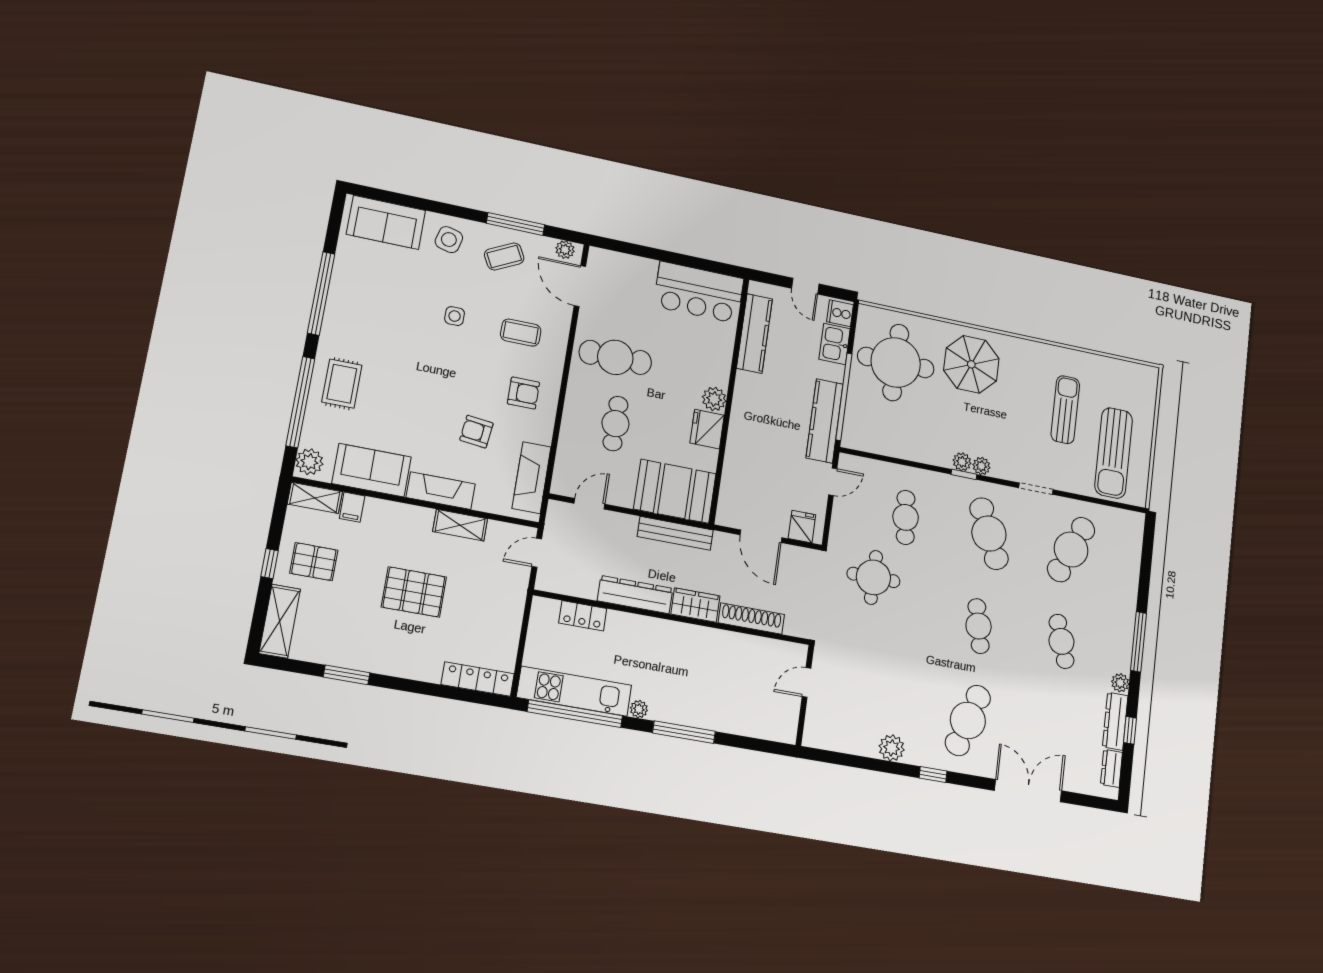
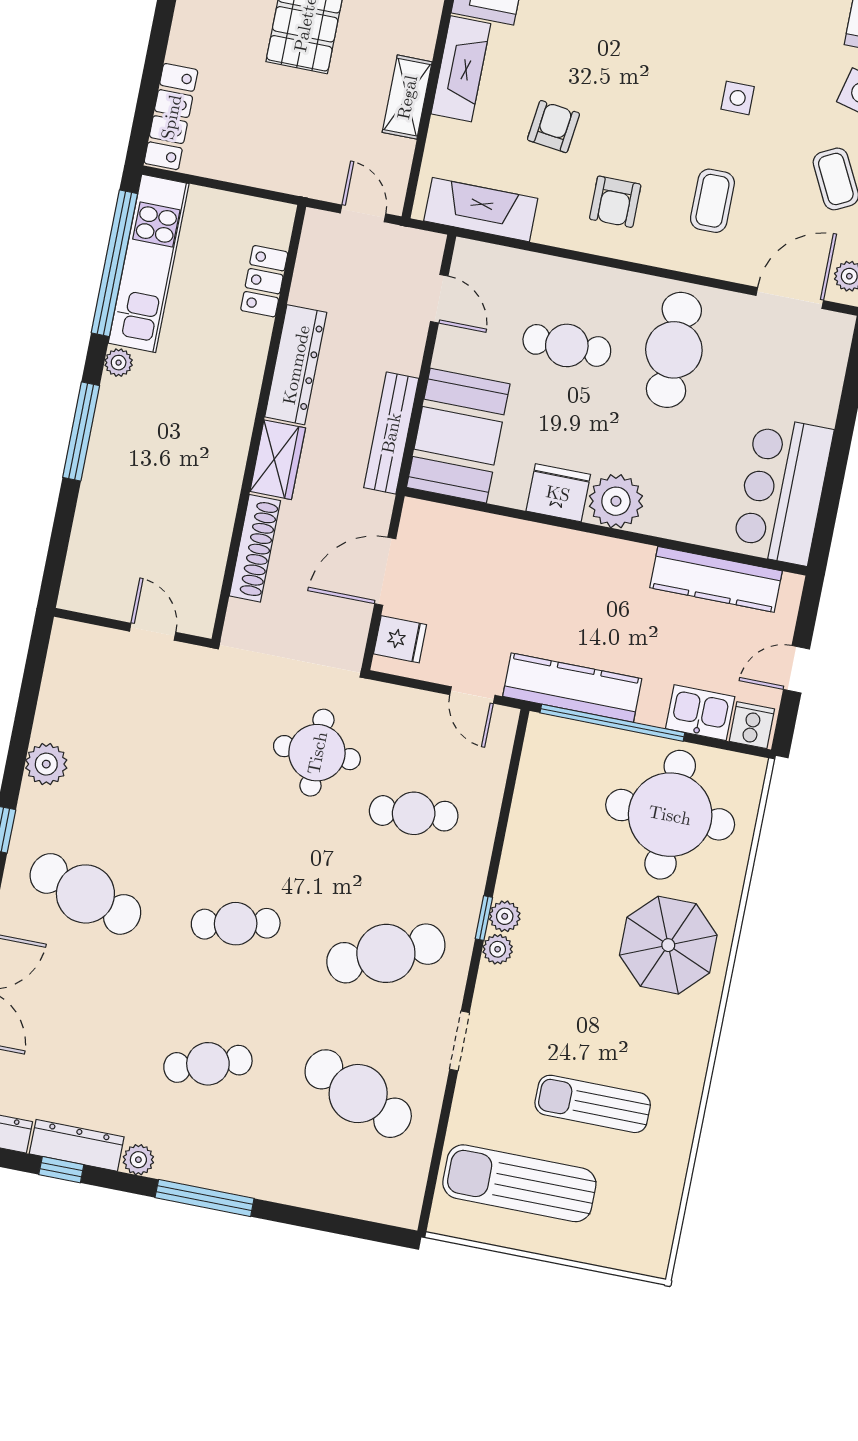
plant: (714, 399) -> (616, 501), width x1.36, depth x1.36
sun lounger: (1065, 410) -> (593, 1104), turned 180

